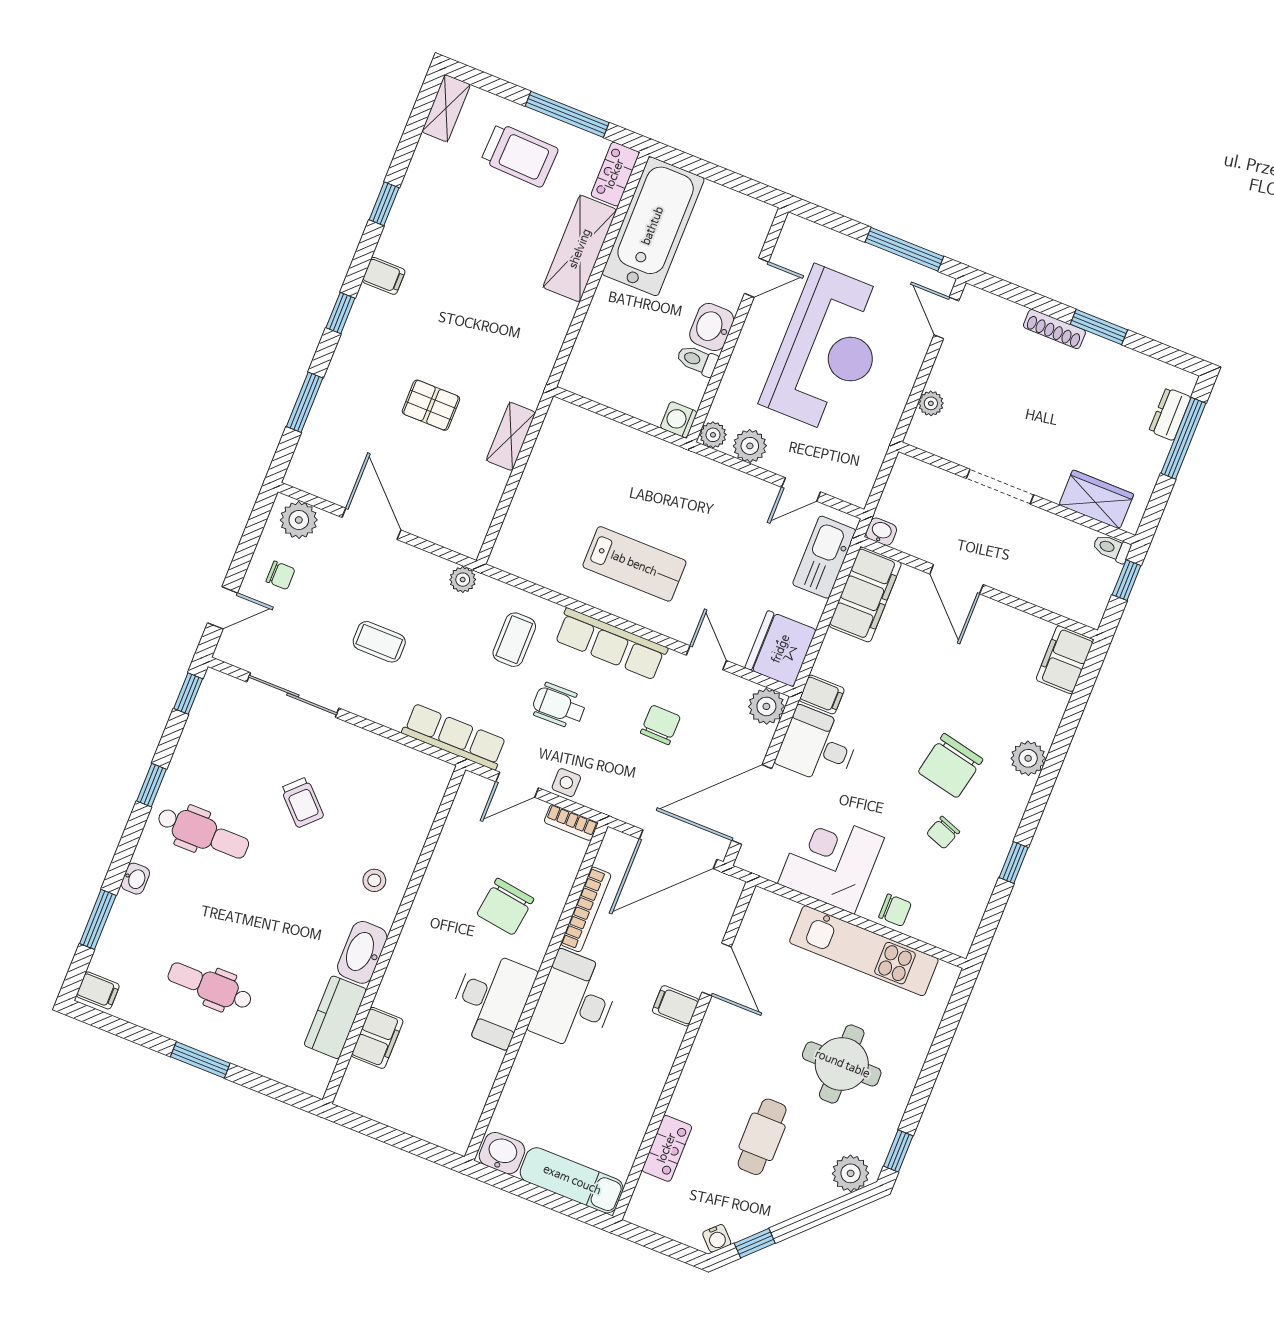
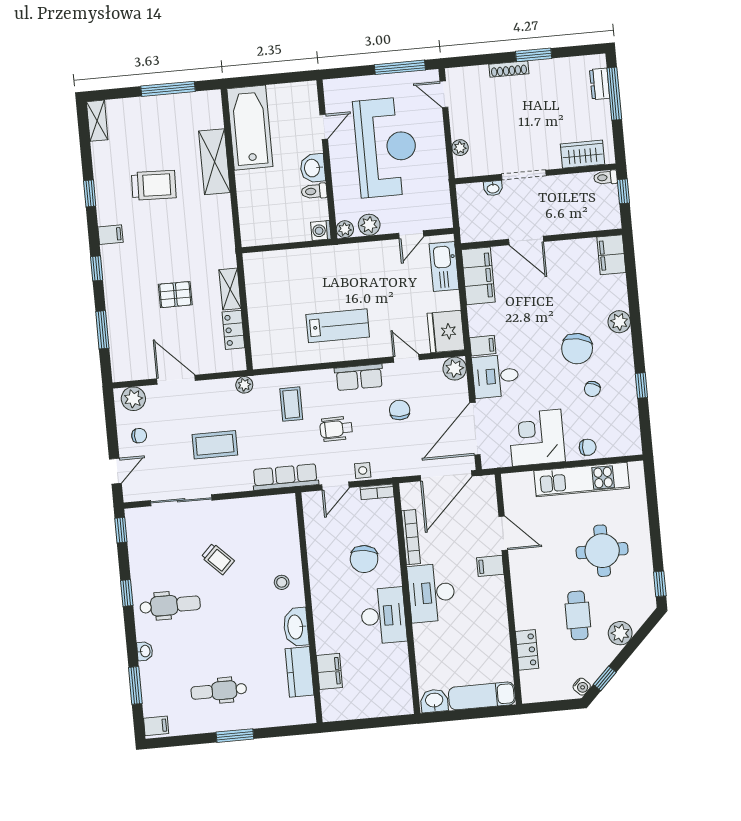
trolley: (520, 155) -> (154, 185), moved
locker: (615, 174) -> (233, 330), moved
washbasin: (881, 532) -> (493, 188), moved, turned 180
coffee table: (379, 642) -> (215, 445), width x1.36, depth x1.30
row of seats: (611, 644) -> (359, 377), width x0.68
plant: (851, 1173) -> (620, 633), moved

